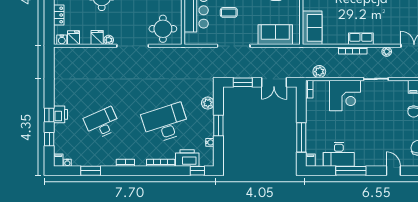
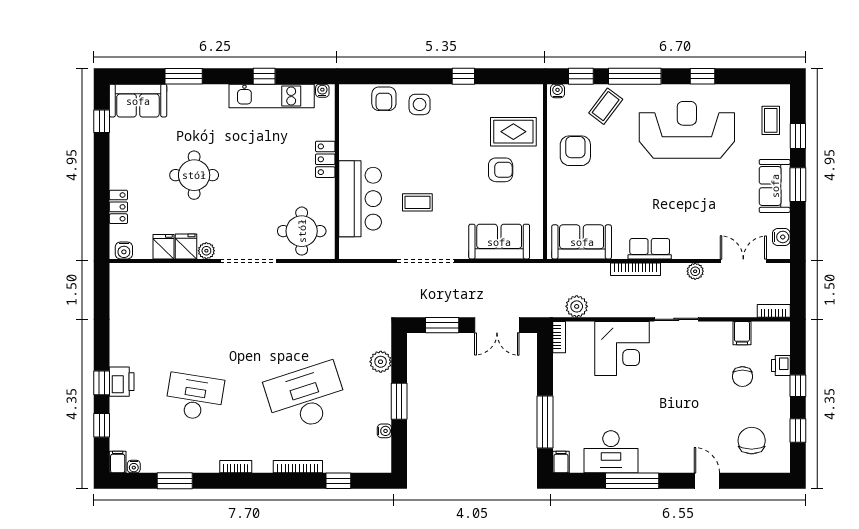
sofa: (312, 28) -> (582, 242), moved, turned -90
fridge: (73, 38) -> (163, 247), moved
desk: (102, 123) -> (195, 397), turned 33
printer: (187, 158) -> (344, 458), removed
window: (197, 171) -> (338, 481), moved

